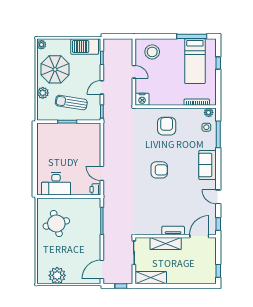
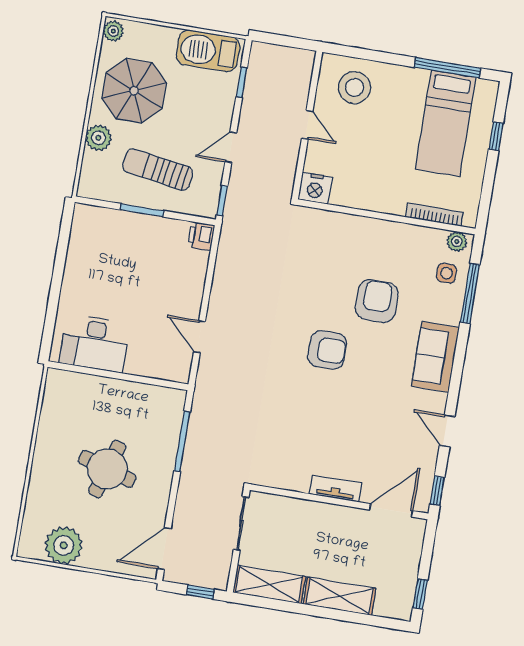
armchair: (167, 126) -> (377, 301), moved
printer: (95, 189) -> (201, 236), moved
round table: (56, 223) -> (107, 469), moved, turned 32
shelving: (166, 244) -> (339, 596), moved

